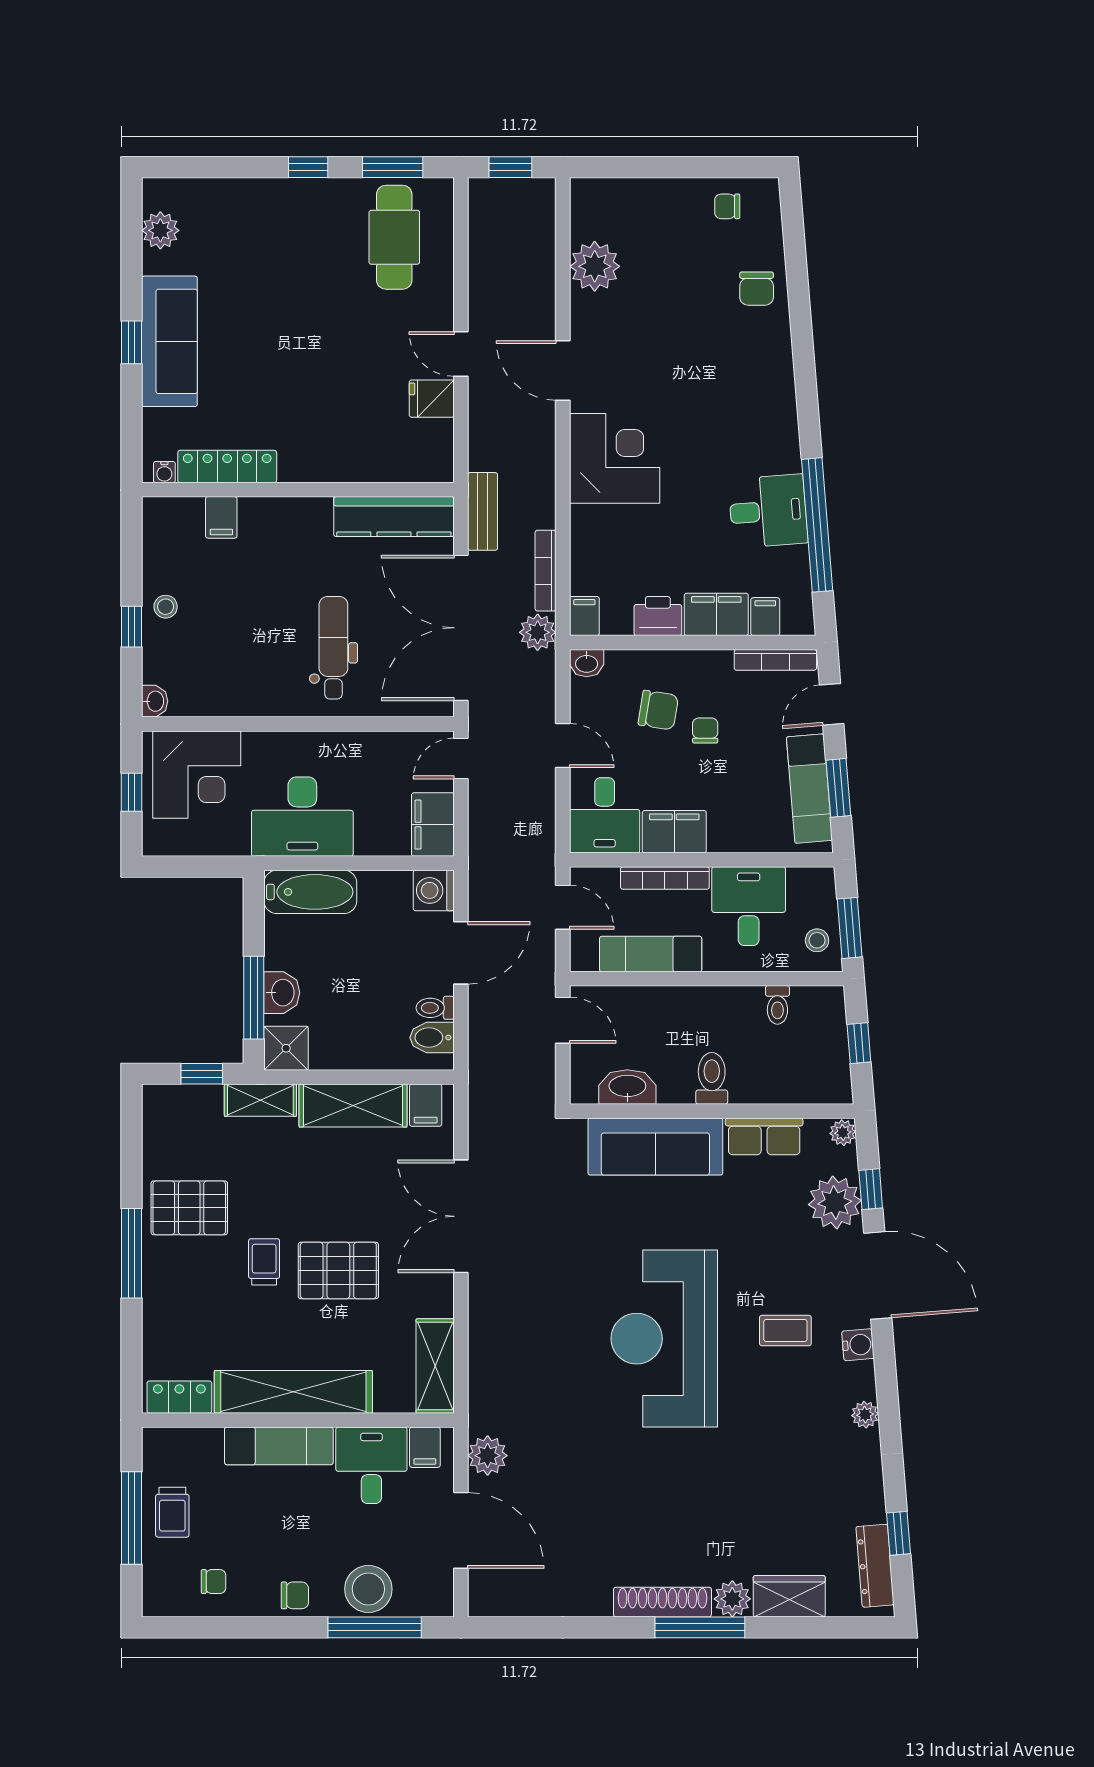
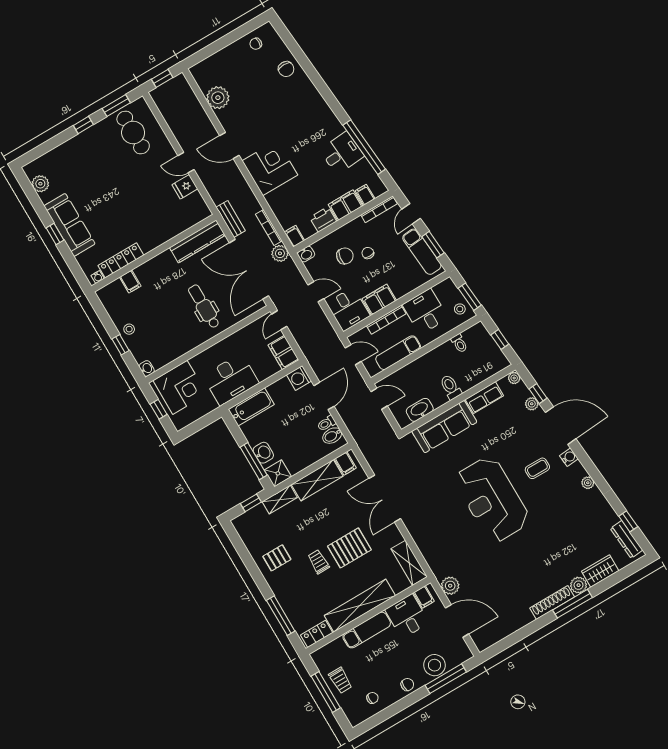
plant: (835, 1203) -> (532, 404), width x0.53, depth x0.53
pallet: (189, 1208) -> (277, 558), width x0.67, depth x0.71
window: (132, 1253) -> (281, 616), moved

